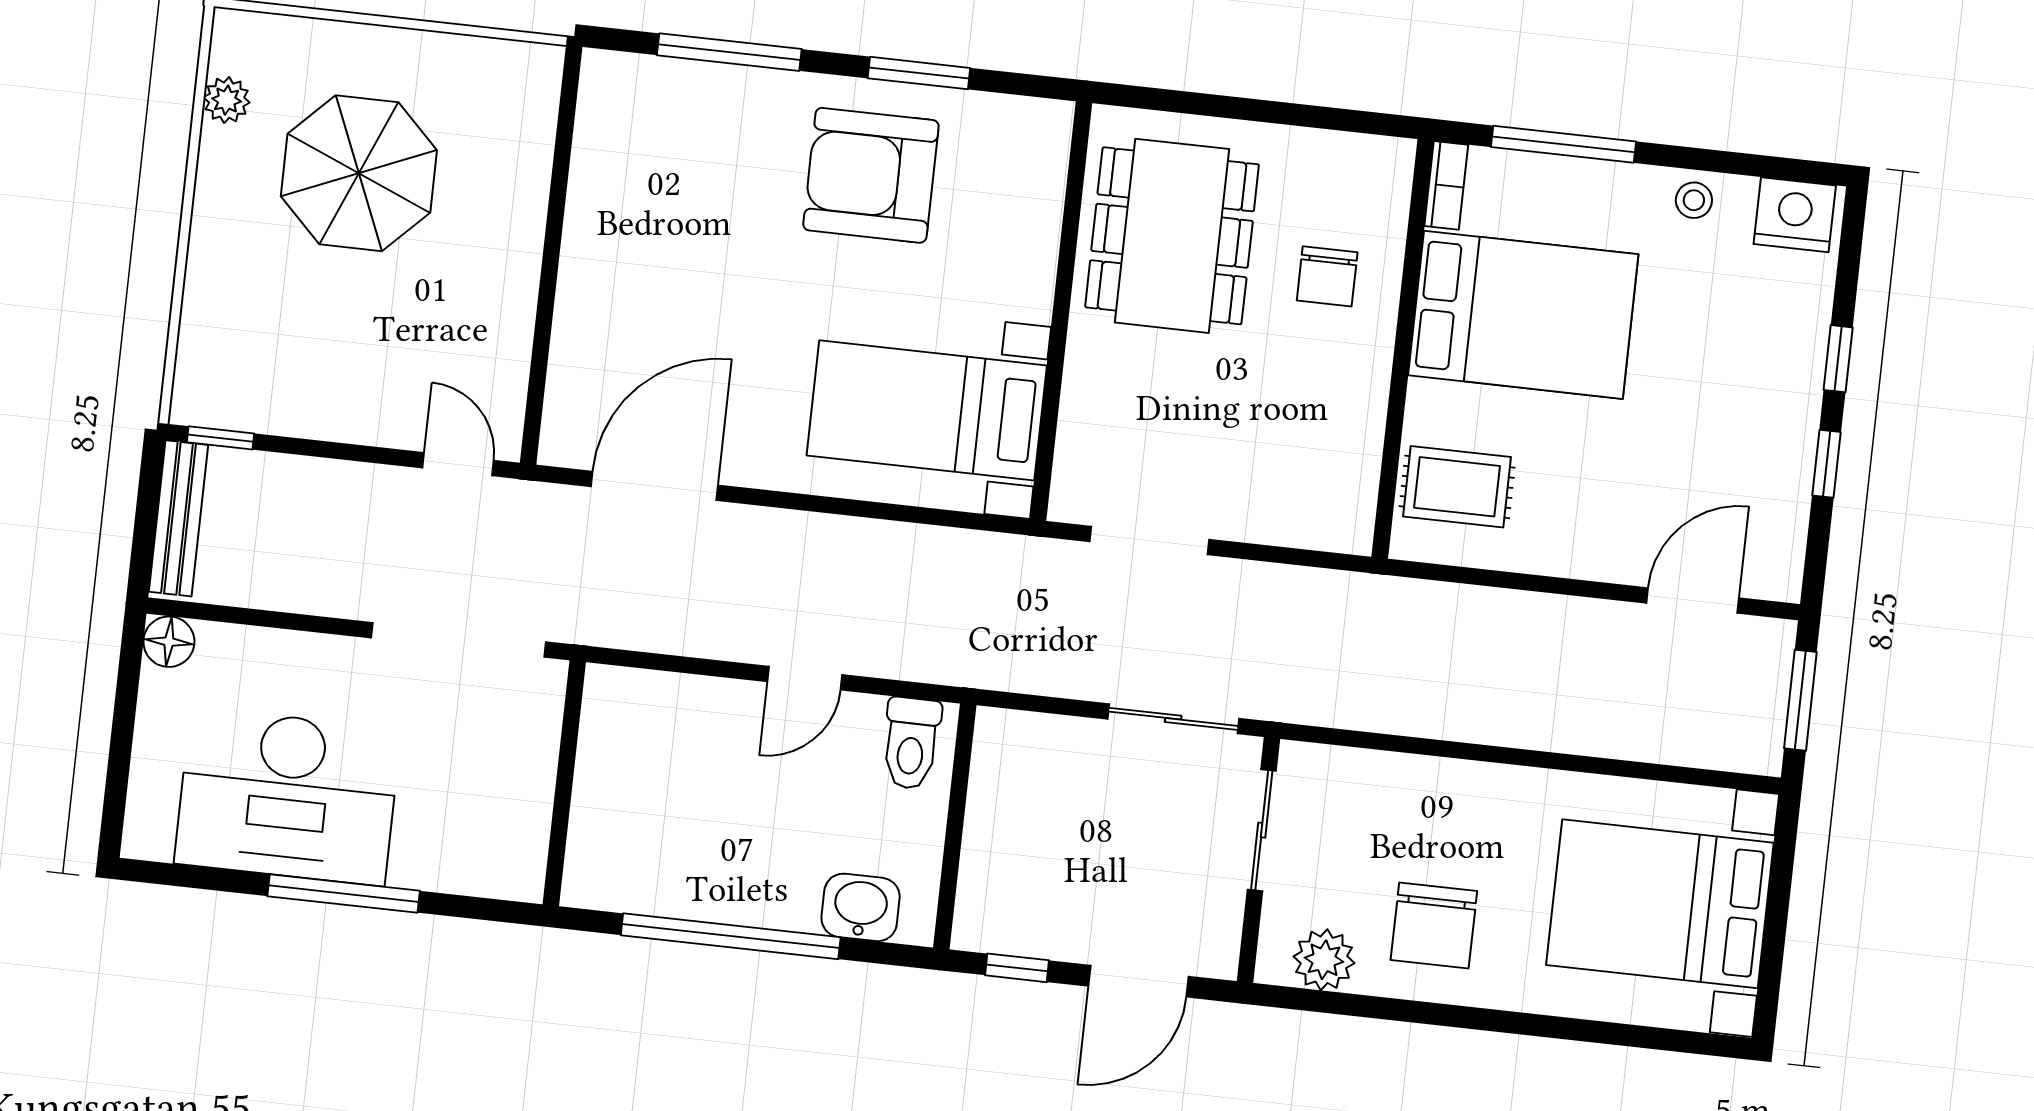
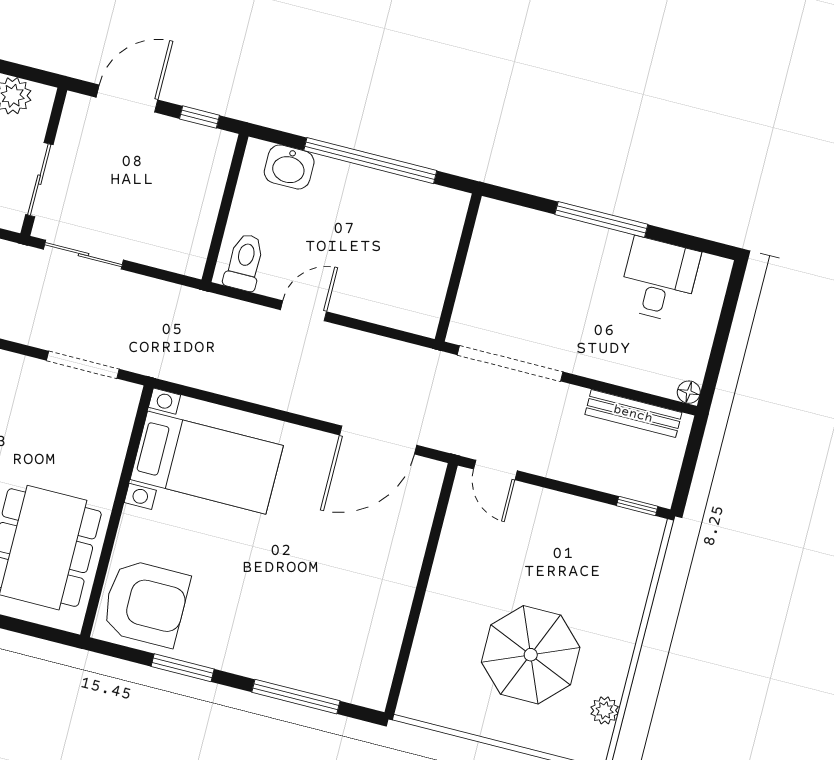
armchair: (871, 175) -> (146, 603), moved
bench: (178, 518) -> (633, 414), moved, turned 90
floor lamp: (169, 642) -> (689, 392), width x0.73, depth x0.73
desk: (288, 797) -> (659, 280), width x0.53, depth x0.77

